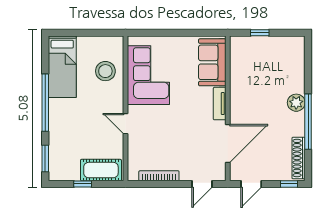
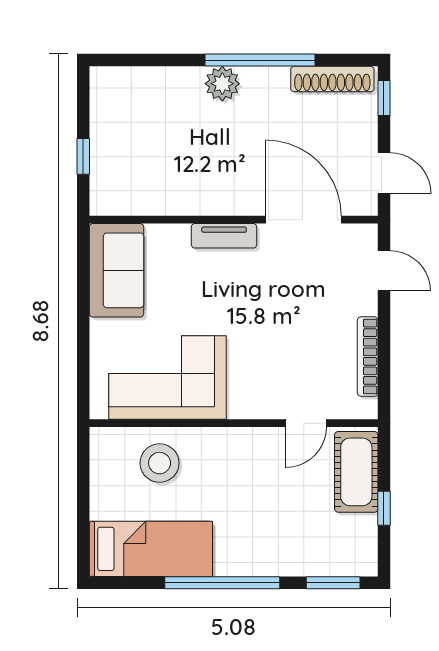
sofa: (212, 62) -> (116, 270), moved, turned -90
door: (126, 124) -> (306, 423), moved

